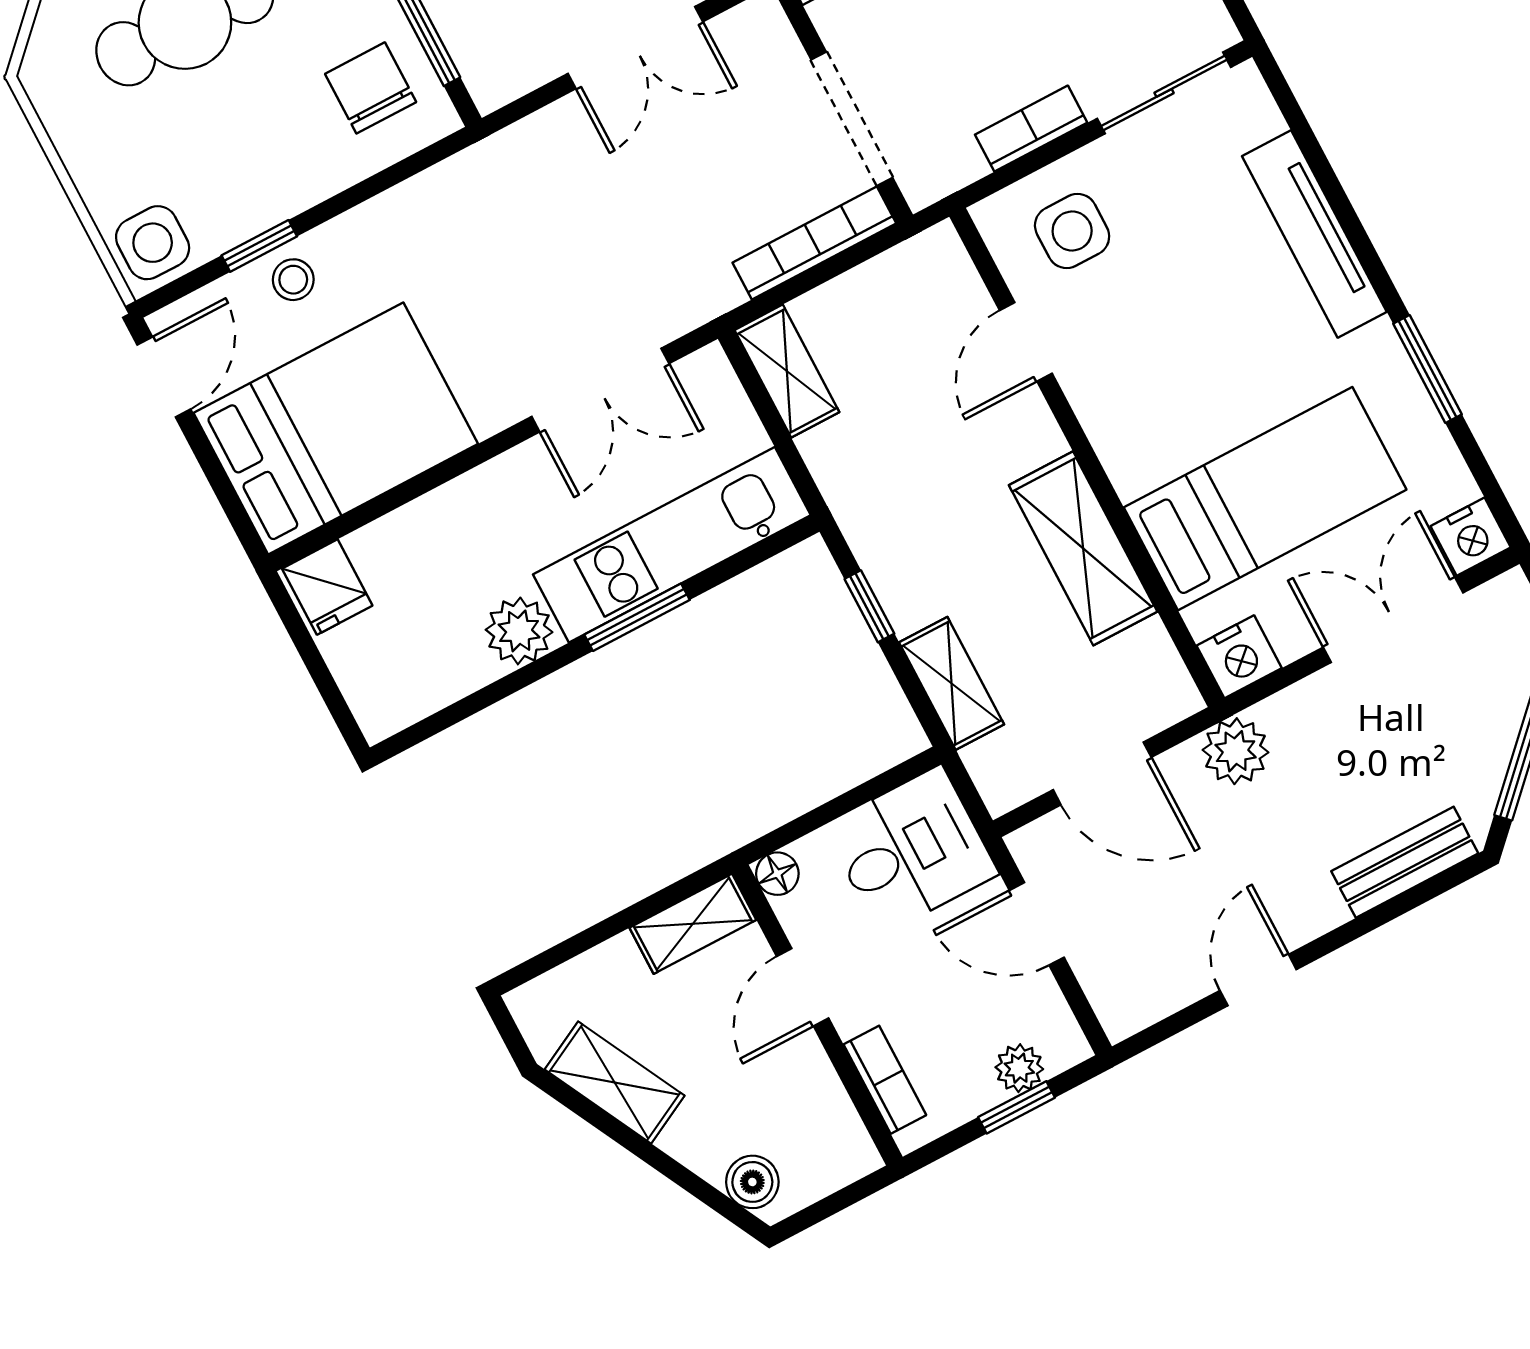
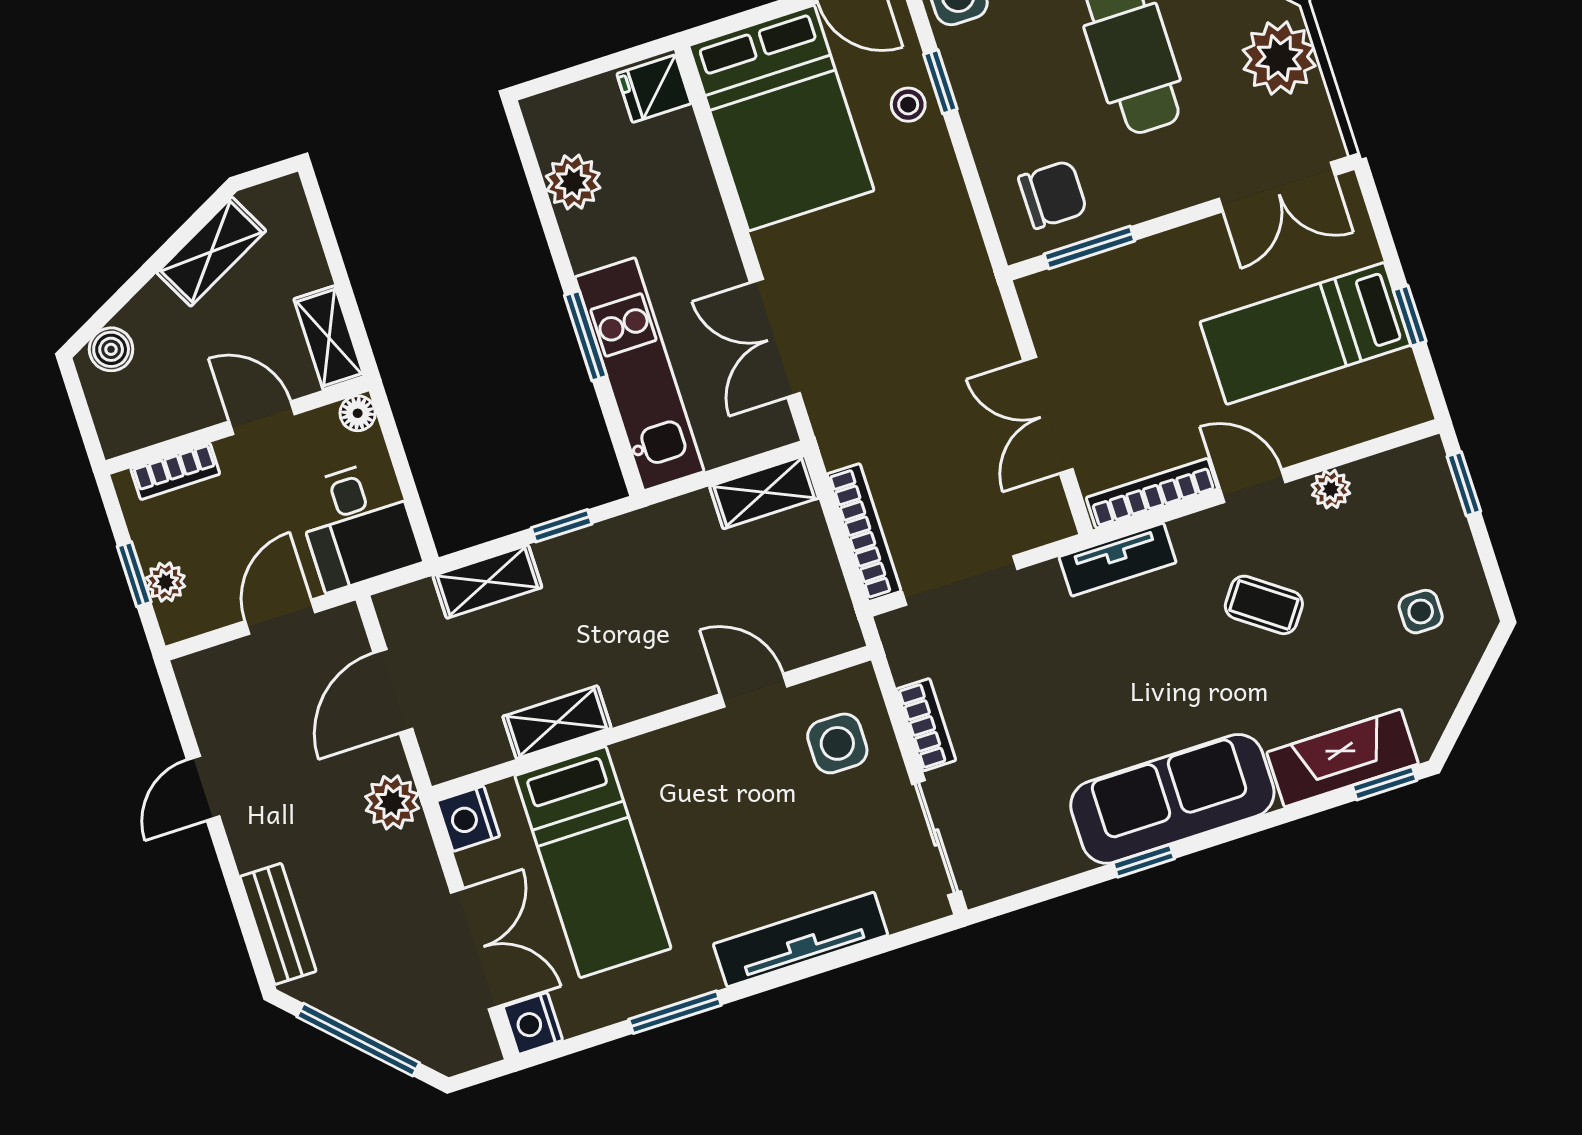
shelving: (1083, 548) -> (557, 722), width x0.67, depth x0.75
plant: (519, 631) -> (573, 182), moved
door: (1258, 980) -> (203, 788), swing flipped

